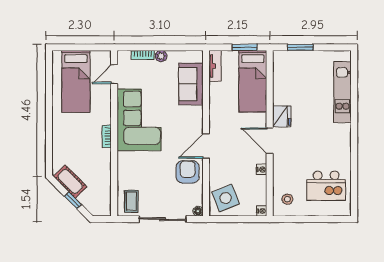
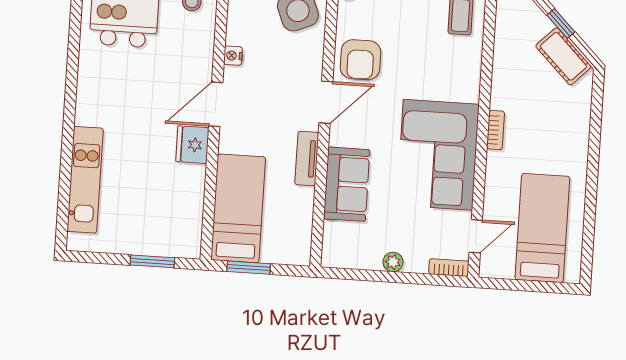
bookcase: (143, 55) -> (449, 268), moved
tv unit: (215, 66) -> (307, 158), moved
sofa: (191, 84) -> (347, 184), moved
door: (270, 141) -> (216, 104), swing flipped

